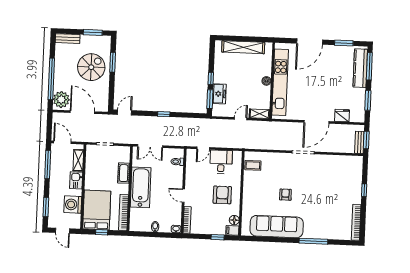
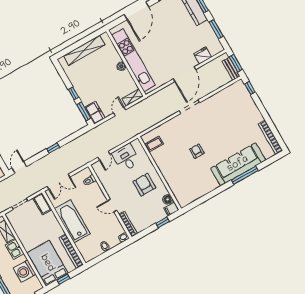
freezer: (219, 94) -> (95, 113), moved
cot: (124, 173) -> (42, 204), moved
window: (364, 190) -> (250, 88), moved
sofa: (277, 227) -> (238, 164), moved

